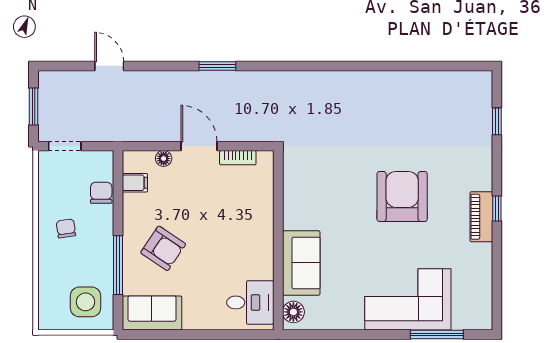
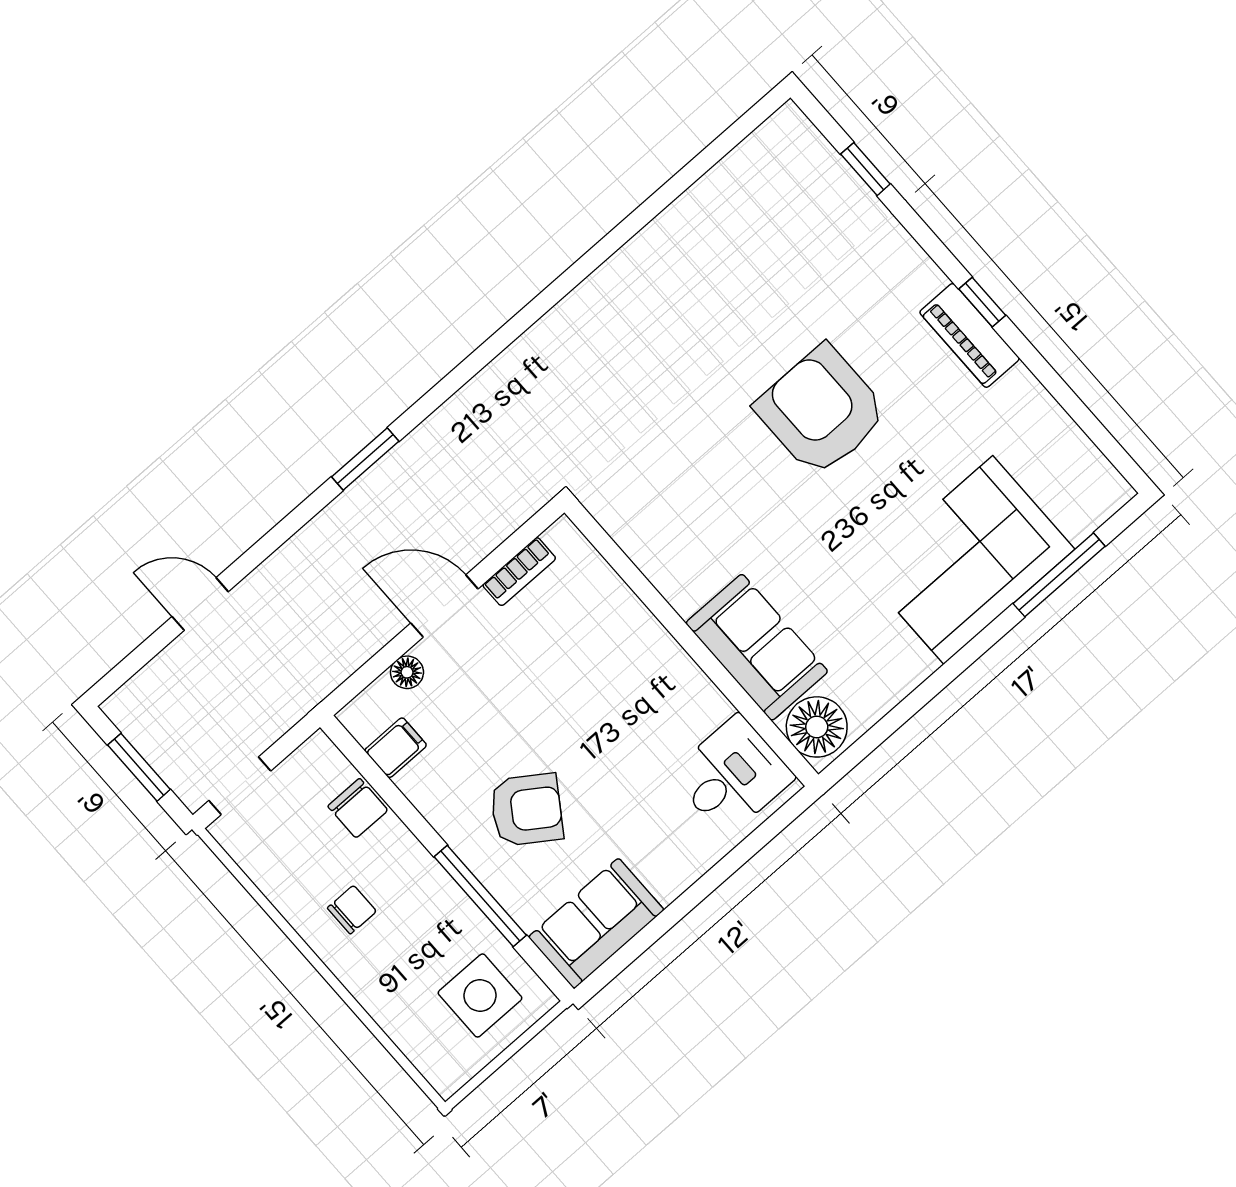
chair: (101, 193) -> (358, 808), turned 180
chair: (66, 228) -> (352, 910), turned 98
floor lamp: (293, 312) -> (817, 727), width x1.38, depth x1.38

